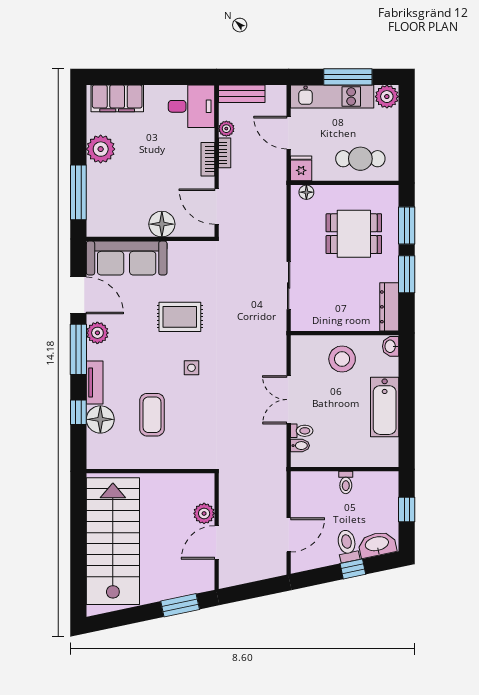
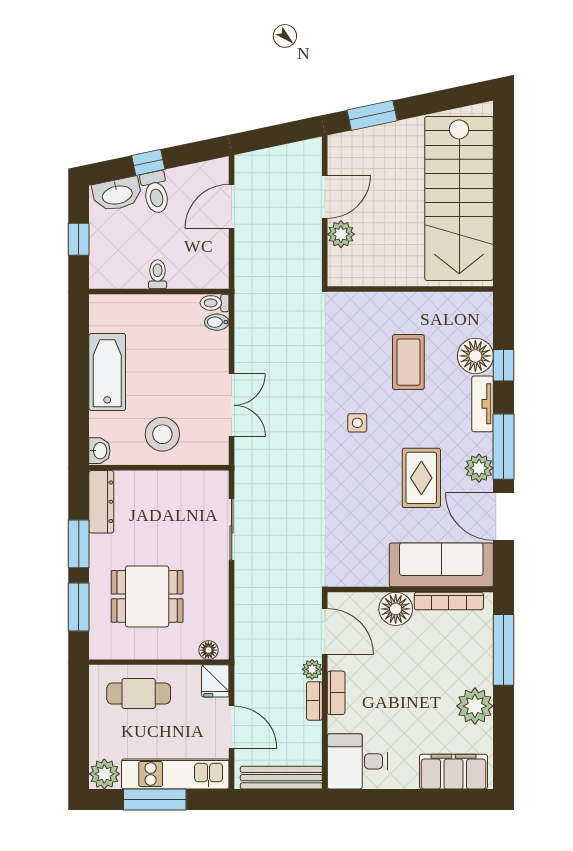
bench: (242, 94) -> (281, 778), width x1.36
plant: (226, 129) -> (312, 669), moved
bookcase: (121, 230) -> (449, 601), added
rug: (180, 317) -> (421, 478), moved, turned 90
double door: (289, 400) -> (232, 405), moved
toilet: (302, 431) -> (215, 303), moved

